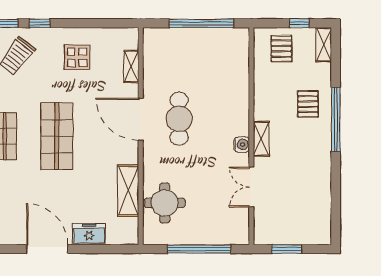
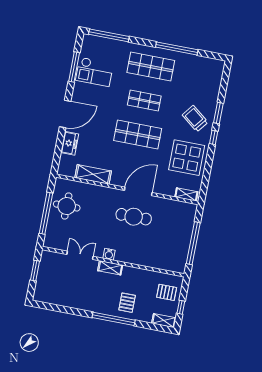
display table: (77, 57) -> (187, 158), width x1.86, depth x1.86
shelving: (131, 67) -> (186, 194), moved
pallet: (308, 104) -> (127, 303), turned 90
round table: (165, 203) -> (67, 206), moved

